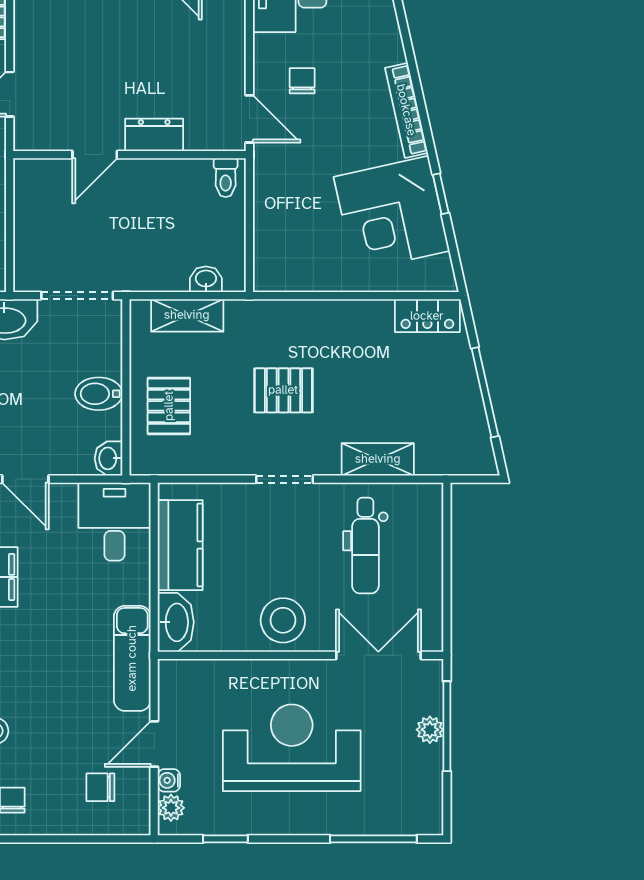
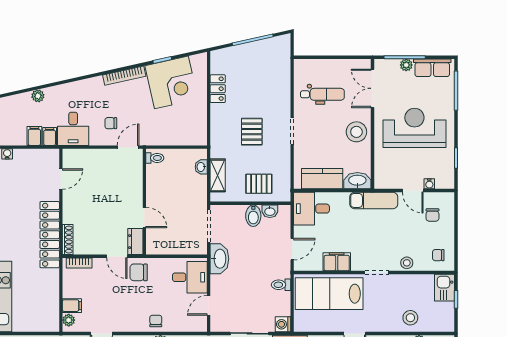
dresser: (154, 135) -> (135, 242), moved
locker: (427, 316) -> (218, 89), moved
washbasin: (109, 458) -> (270, 211), moved
shelving: (378, 459) -> (283, 89), removed
reception desk: (292, 748) -> (414, 128), turned 90
row of seats: (424, 787) -> (432, 68), added
plant: (171, 808) -> (442, 183), removed

